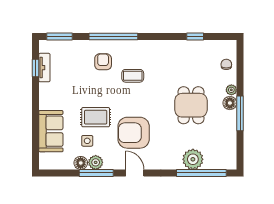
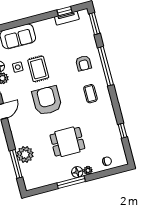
armchair: (103, 62) -> (84, 63), turned 90
coffee table: (133, 76) -> (90, 94), moved
armchair: (134, 133) -> (47, 101), moved
window: (201, 173) -> (16, 164), width x0.68

